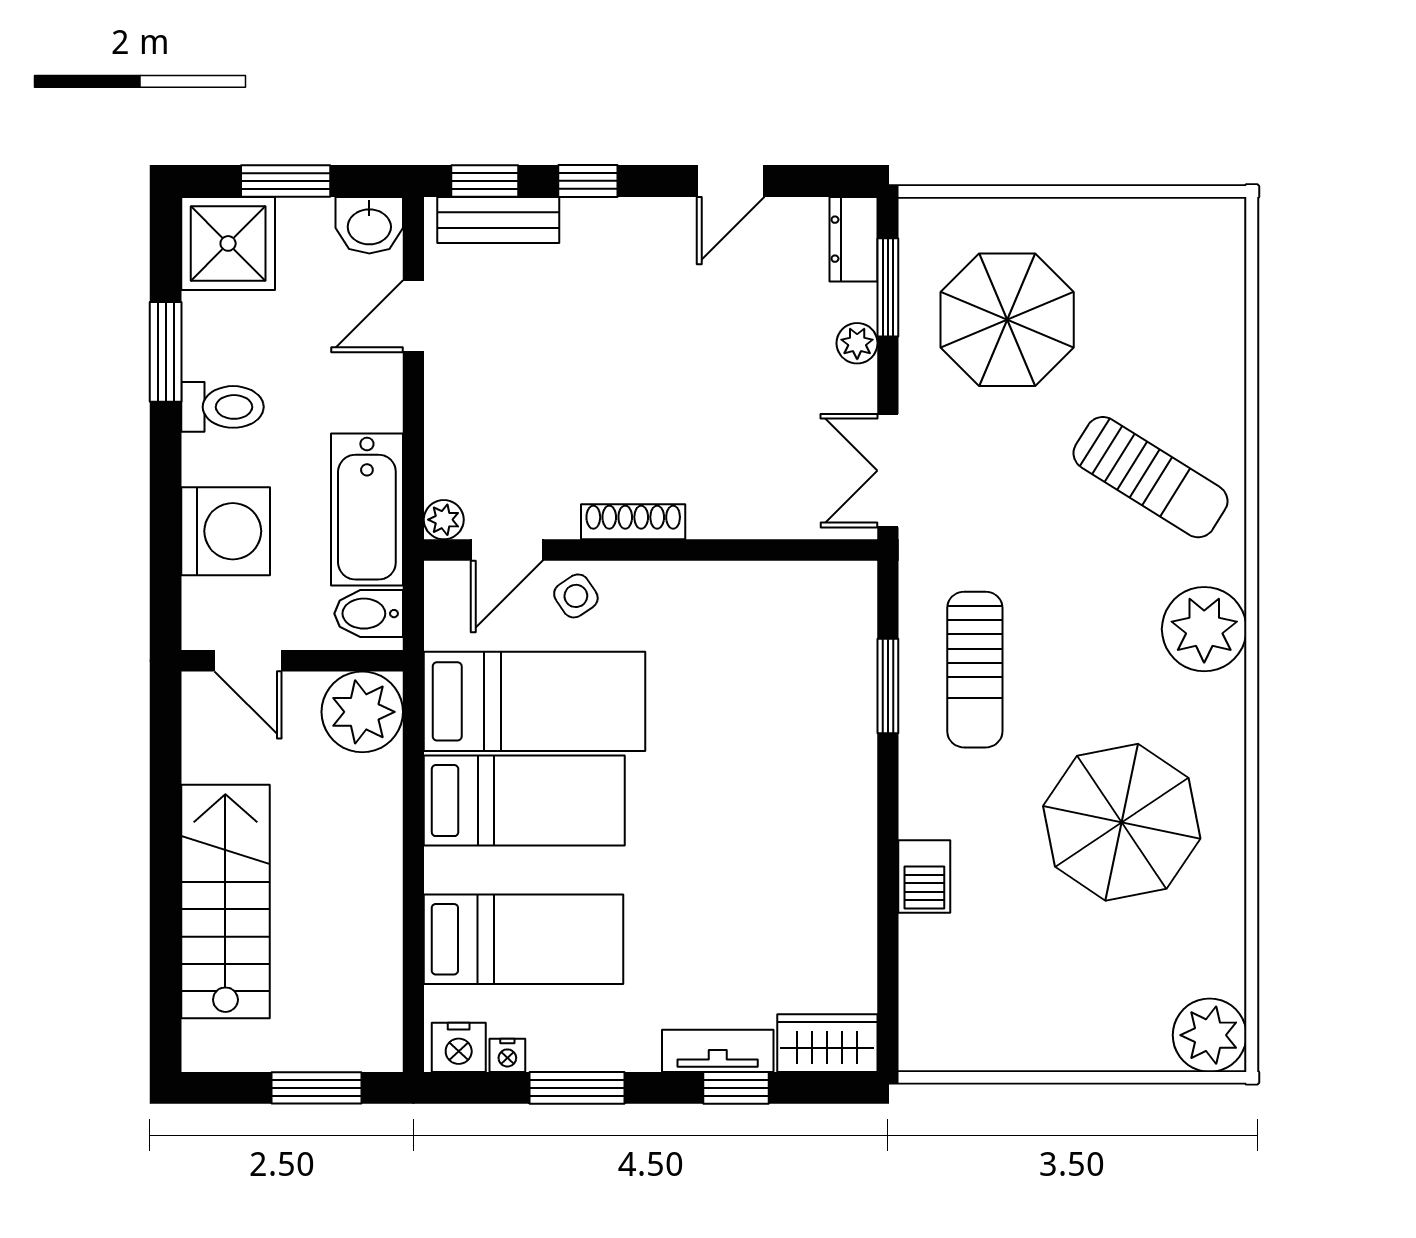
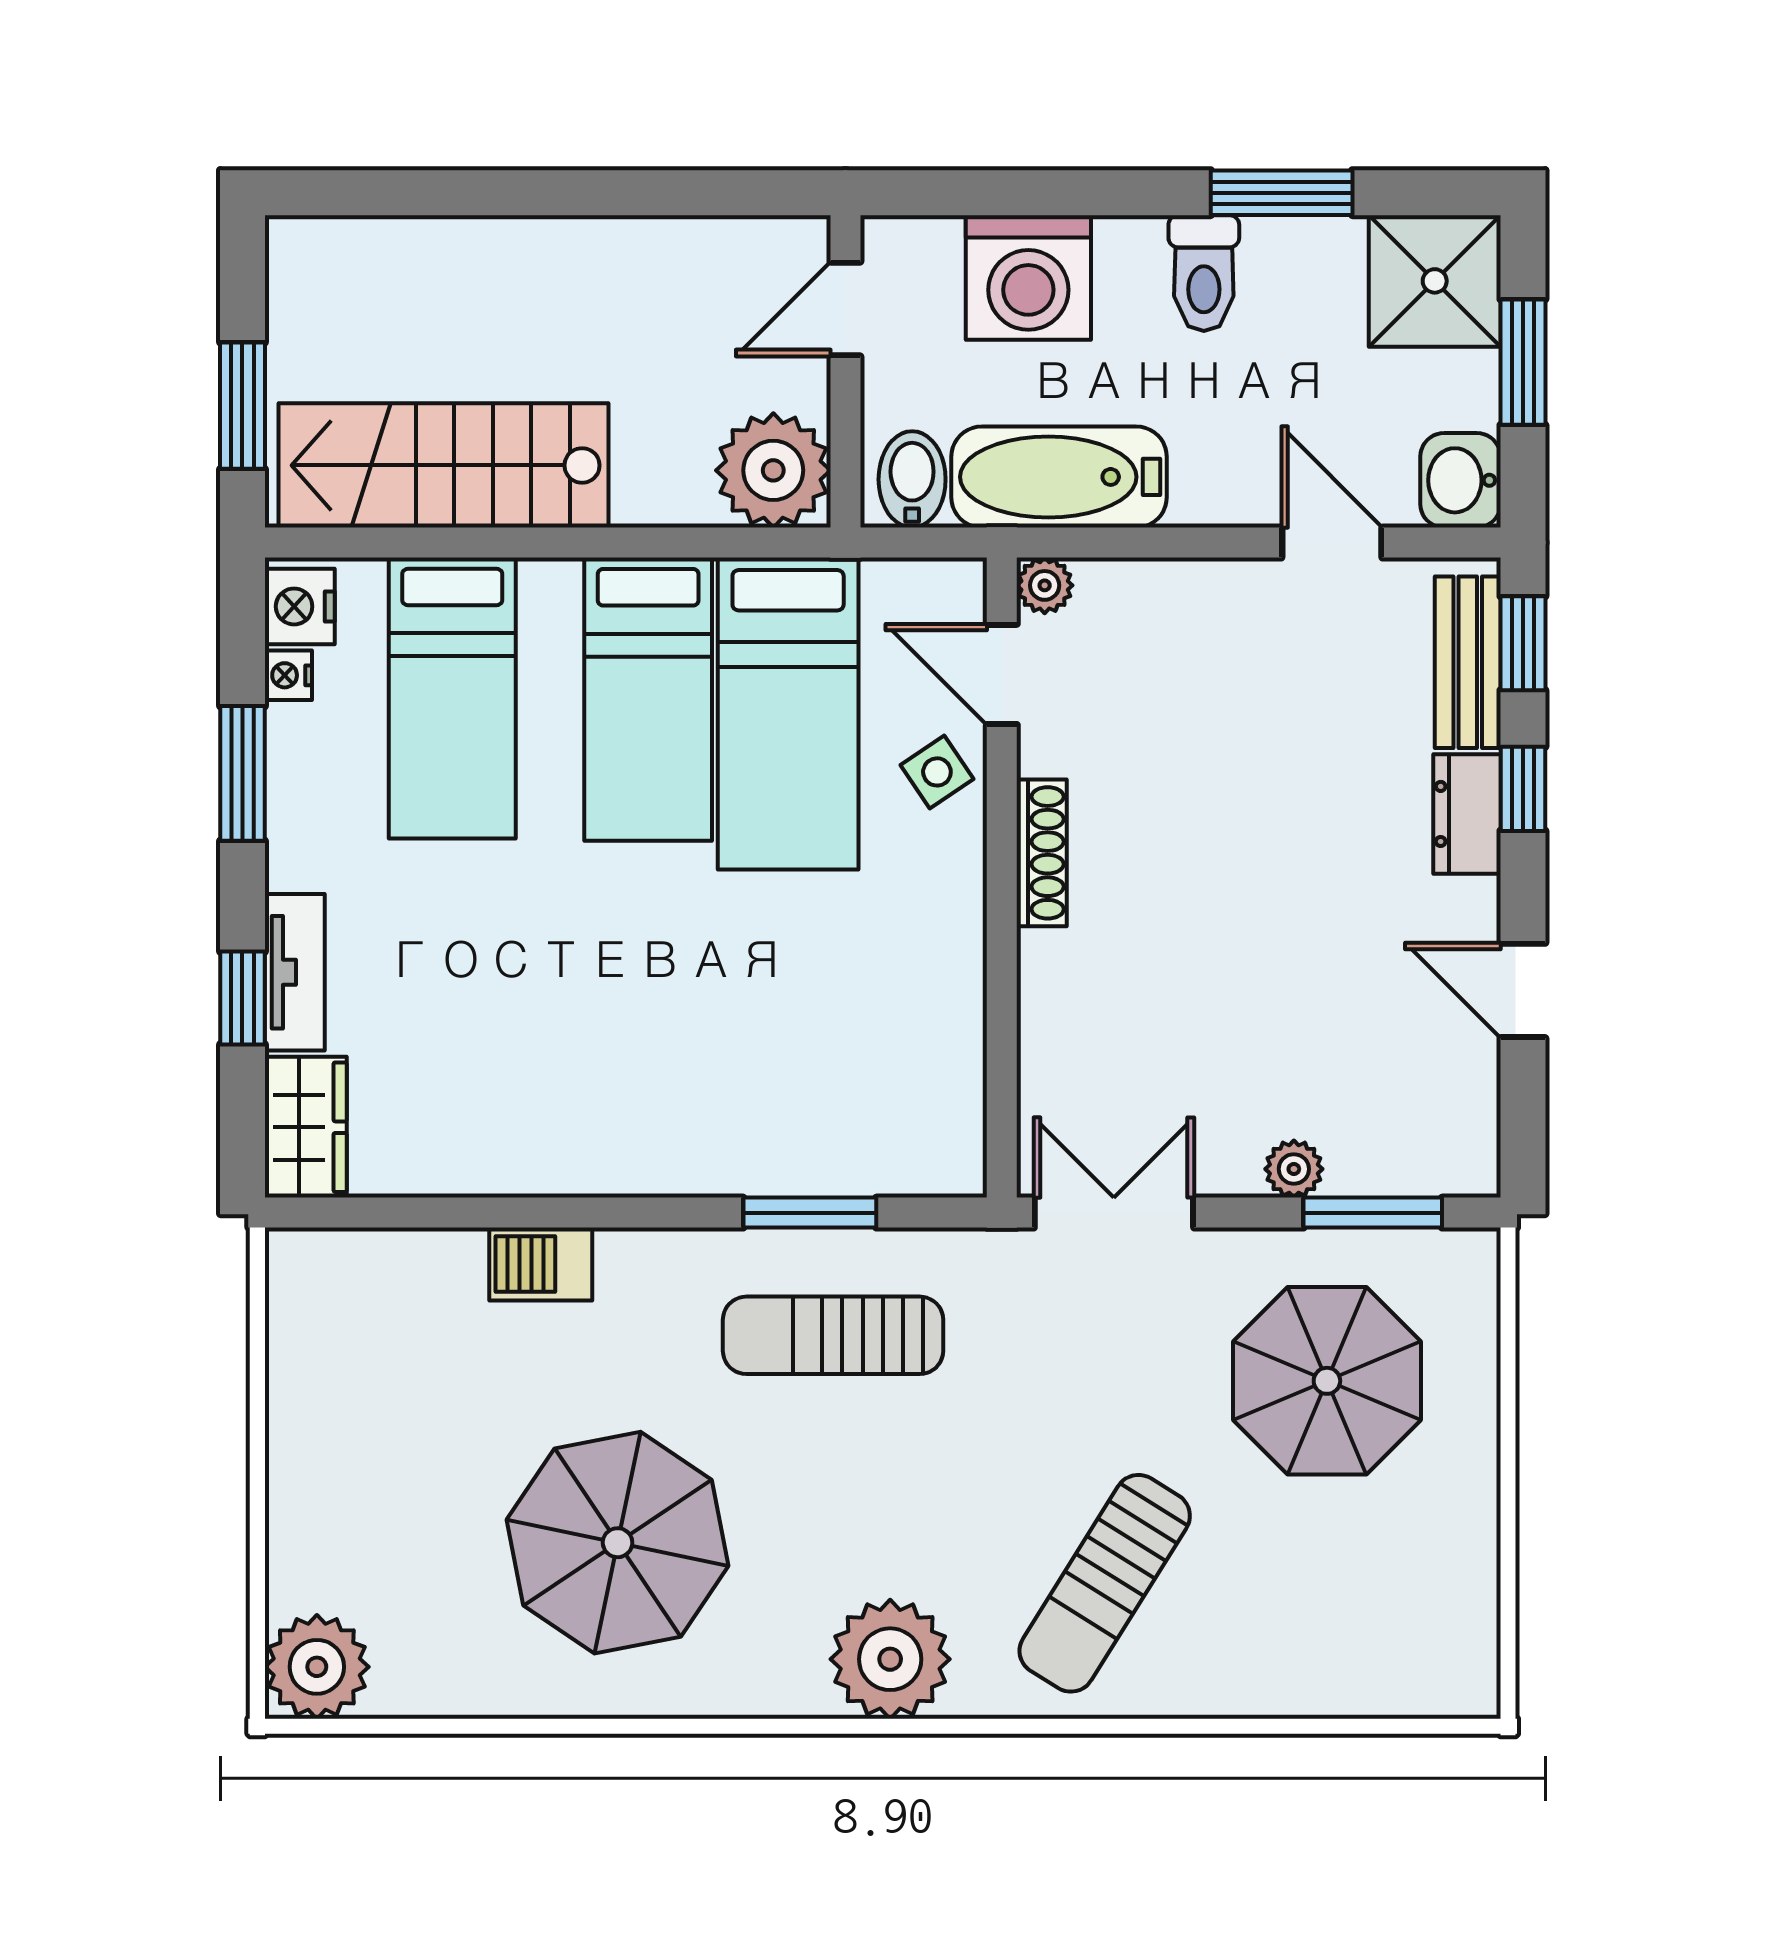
dresser: (854, 239) -> (1467, 814), moved, turned -90
stairs: (225, 902) -> (443, 465), moved, turned 180

